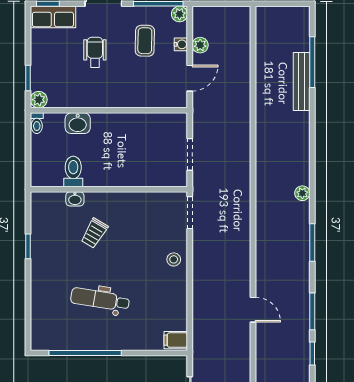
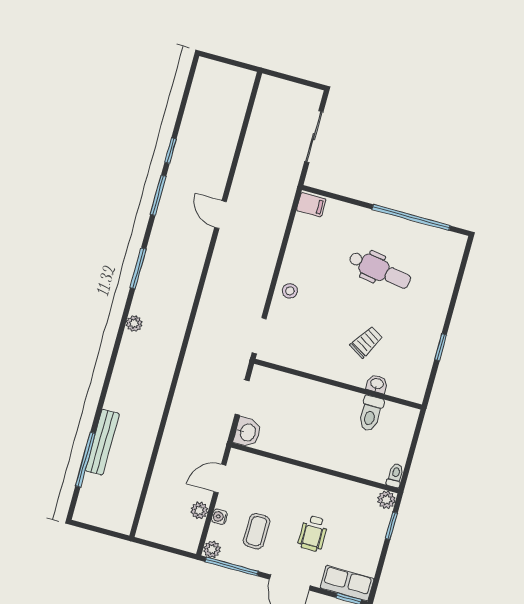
washbasin: (78, 123) -> (247, 432), moved, turned 90

